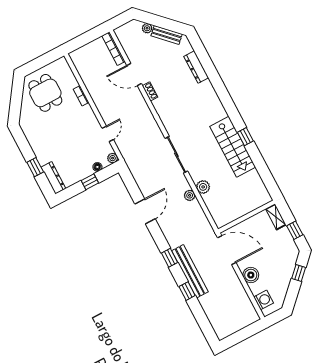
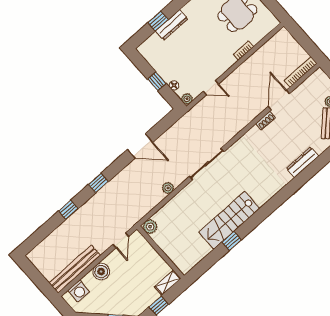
window: (245, 137) -> (232, 241), moved
dresser: (53, 178) -> (172, 25), moved
plant: (203, 187) -> (150, 227), moved
door: (227, 250) -> (121, 240), width x0.53
bench: (190, 271) -> (75, 269), moved

